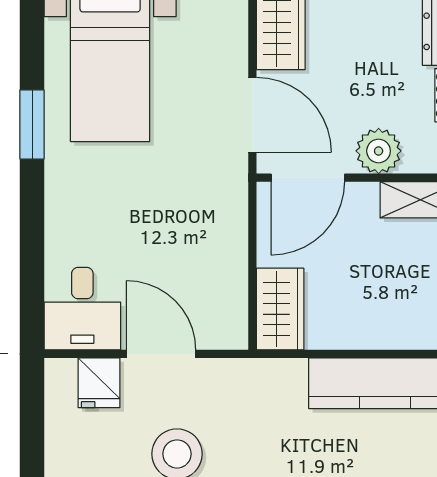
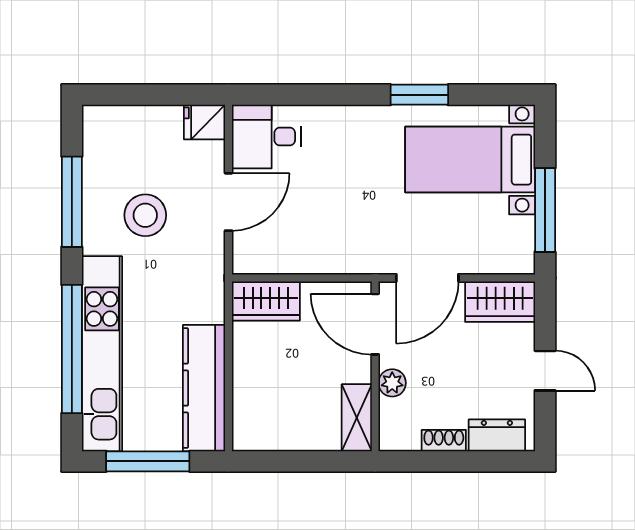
plant: (379, 151) -> (392, 383), width x0.73, depth x0.73
fridge: (99, 383) -> (204, 122), moved

